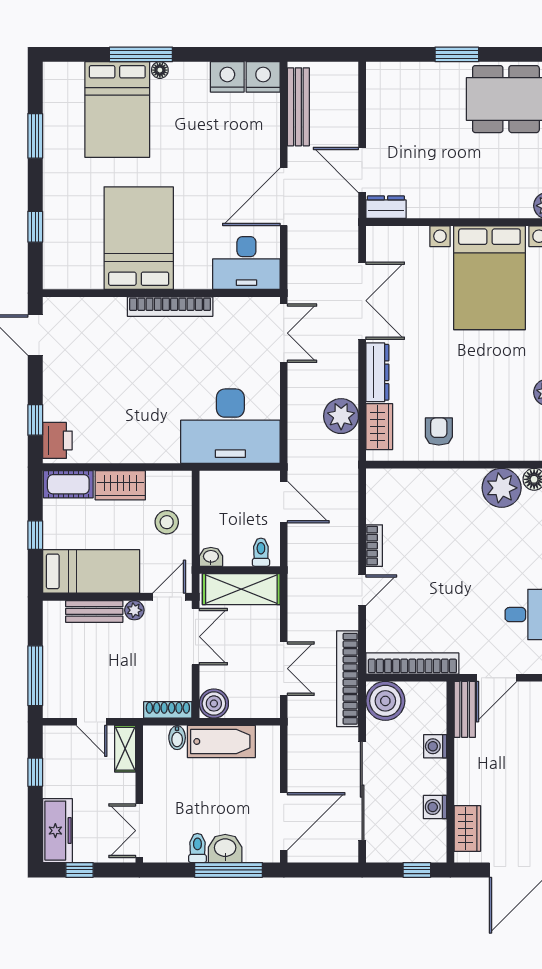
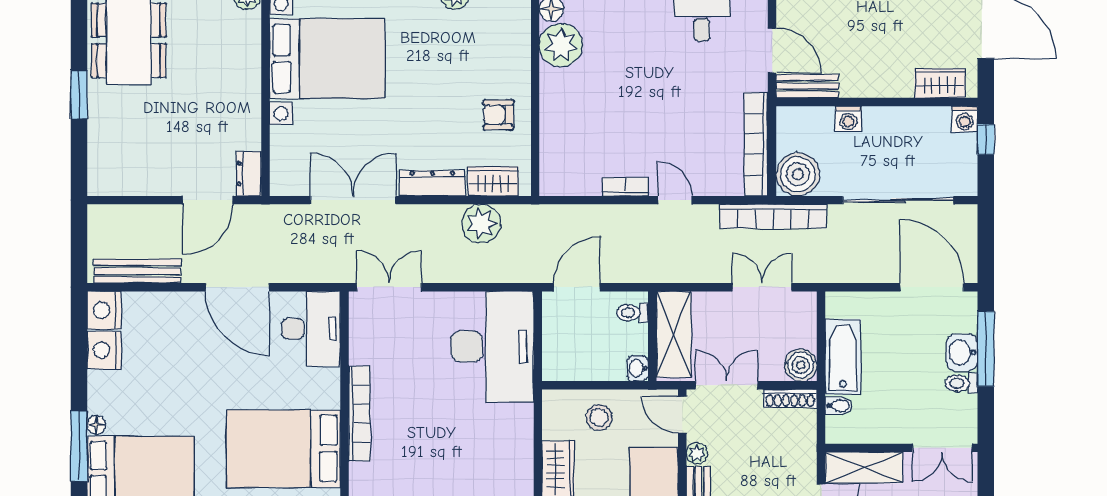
shoe rack: (168, 710) -> (790, 398), moved, turned -90
shelving: (125, 749) -> (864, 467), width x1.50, depth x1.33
washing machine: (435, 807) -> (965, 119), moved

